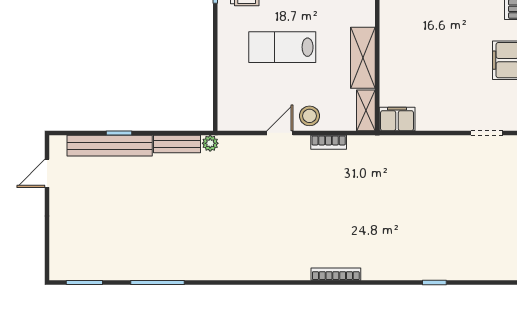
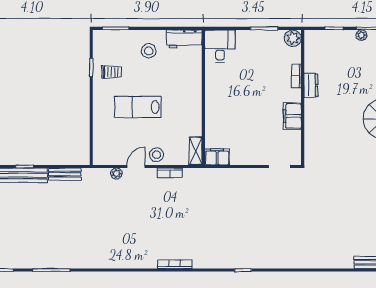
shelving: (363, 58) -> (194, 114), removed
plant: (210, 143) -> (116, 174), moved

